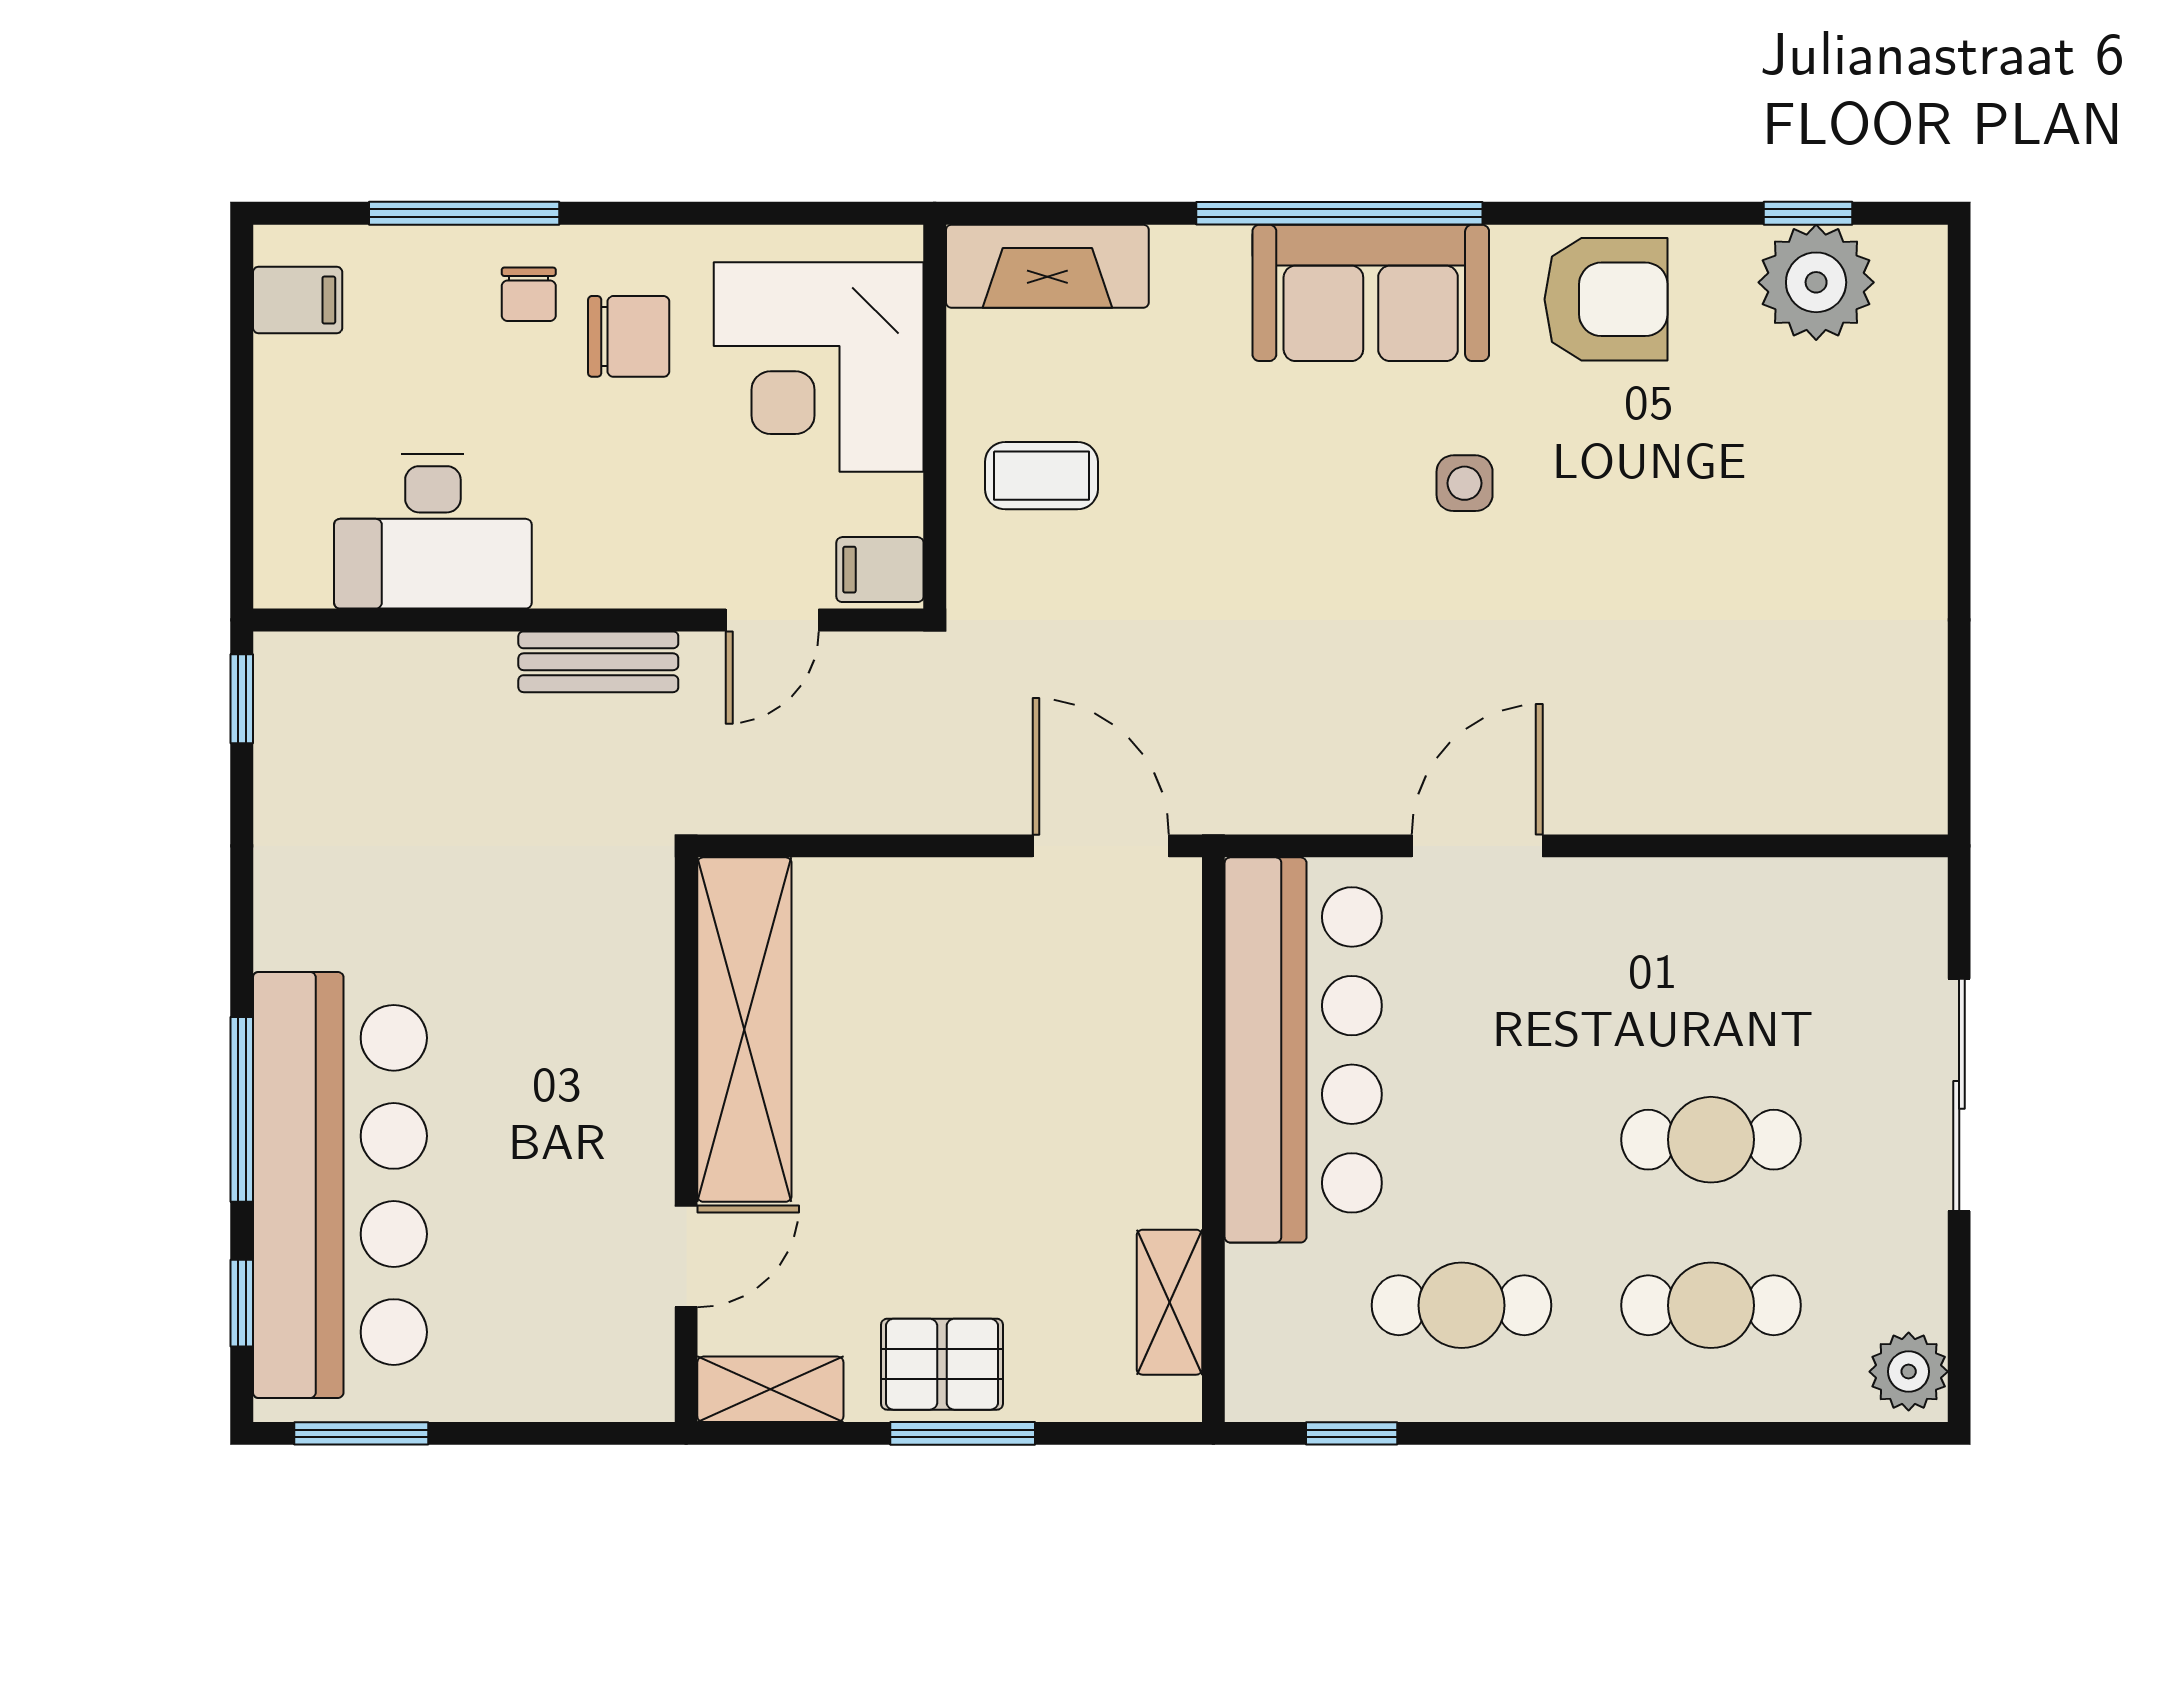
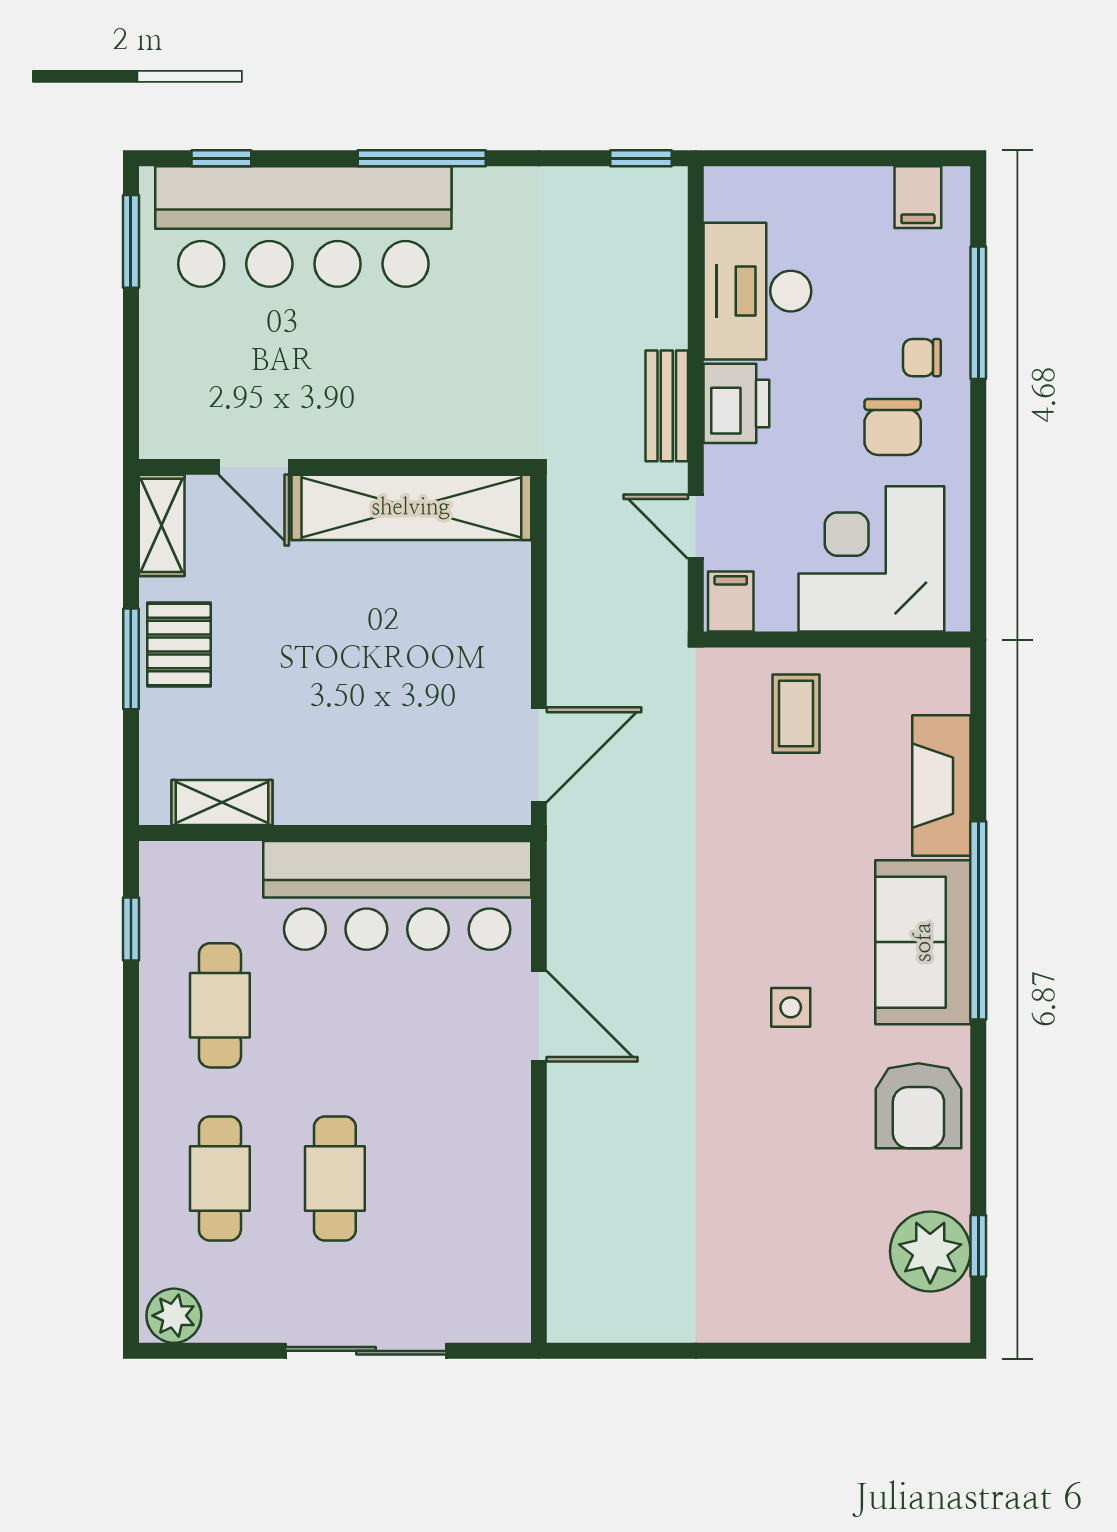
fireplace: (1047, 266) -> (941, 786), moved
printer: (595, 561) -> (736, 403), added
window: (242, 1109) -> (422, 158), moved

